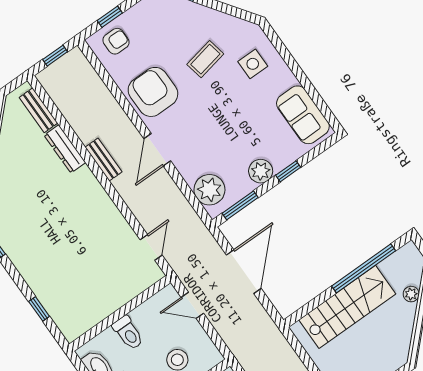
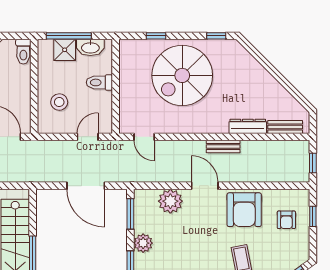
armchair: (116, 41) -> (286, 220), moved
armchair: (153, 92) -> (244, 210), turned 90
plant: (209, 190) -> (170, 201), moved
spiral stairs: (61, 253) -> (182, 75), added

